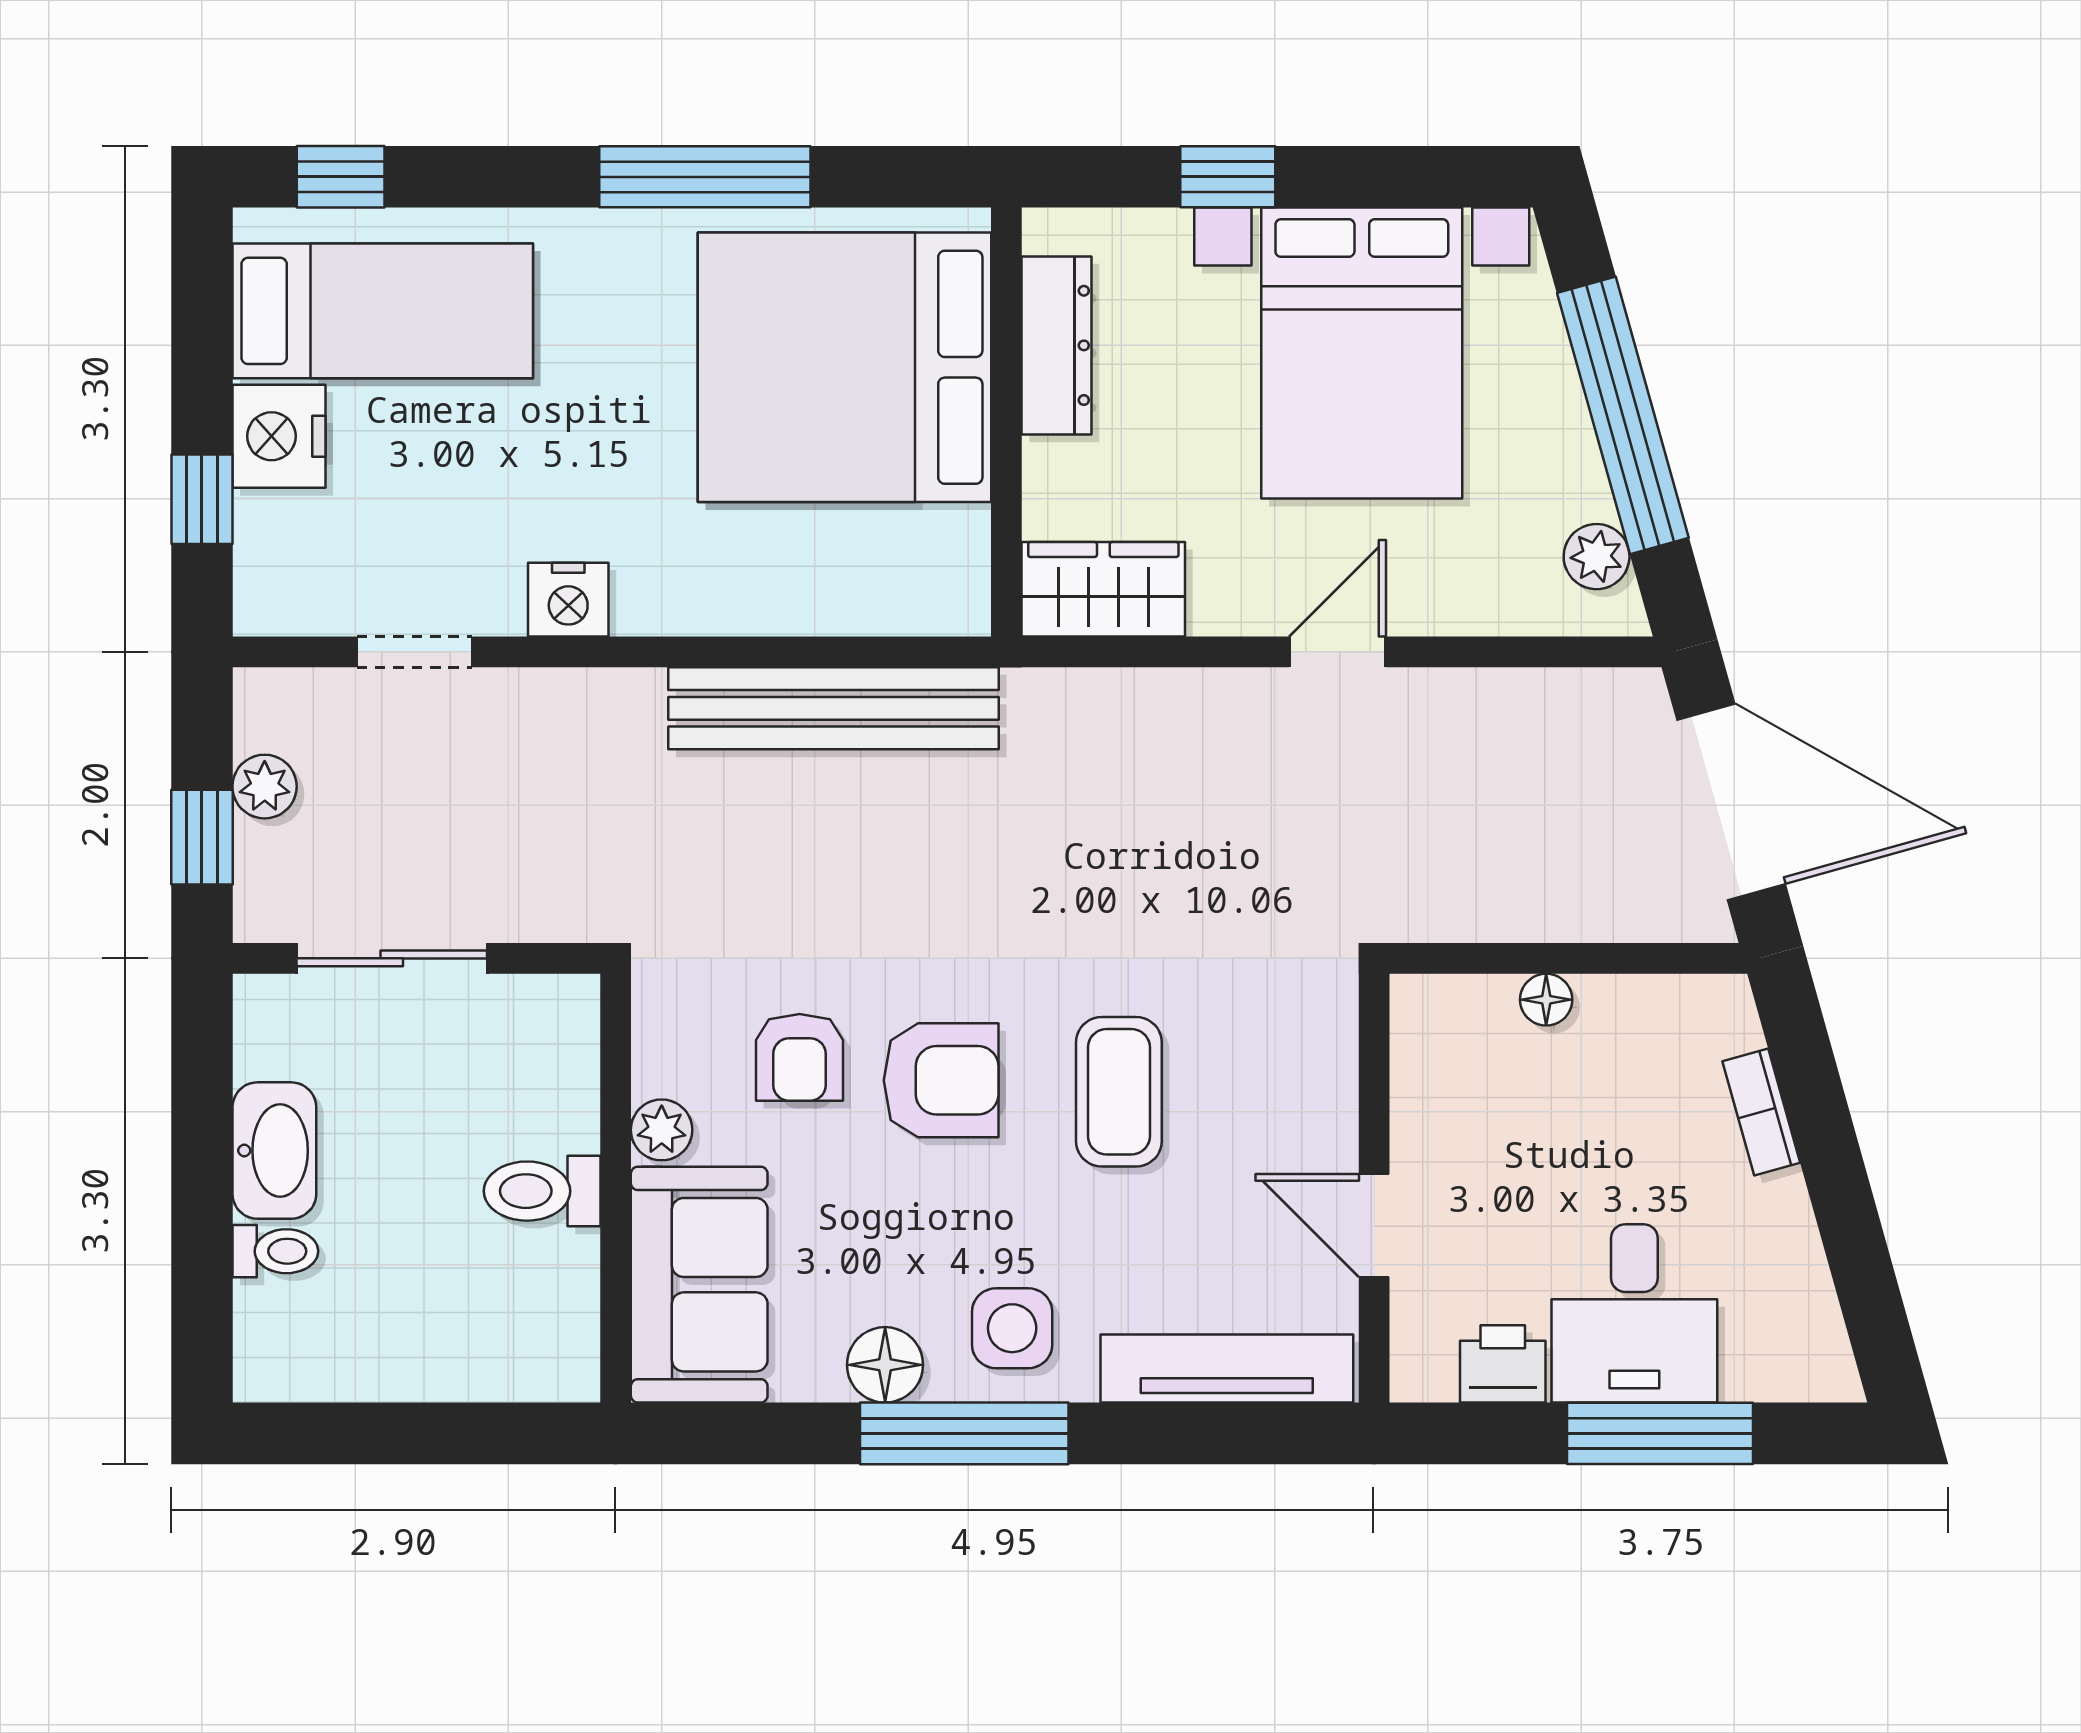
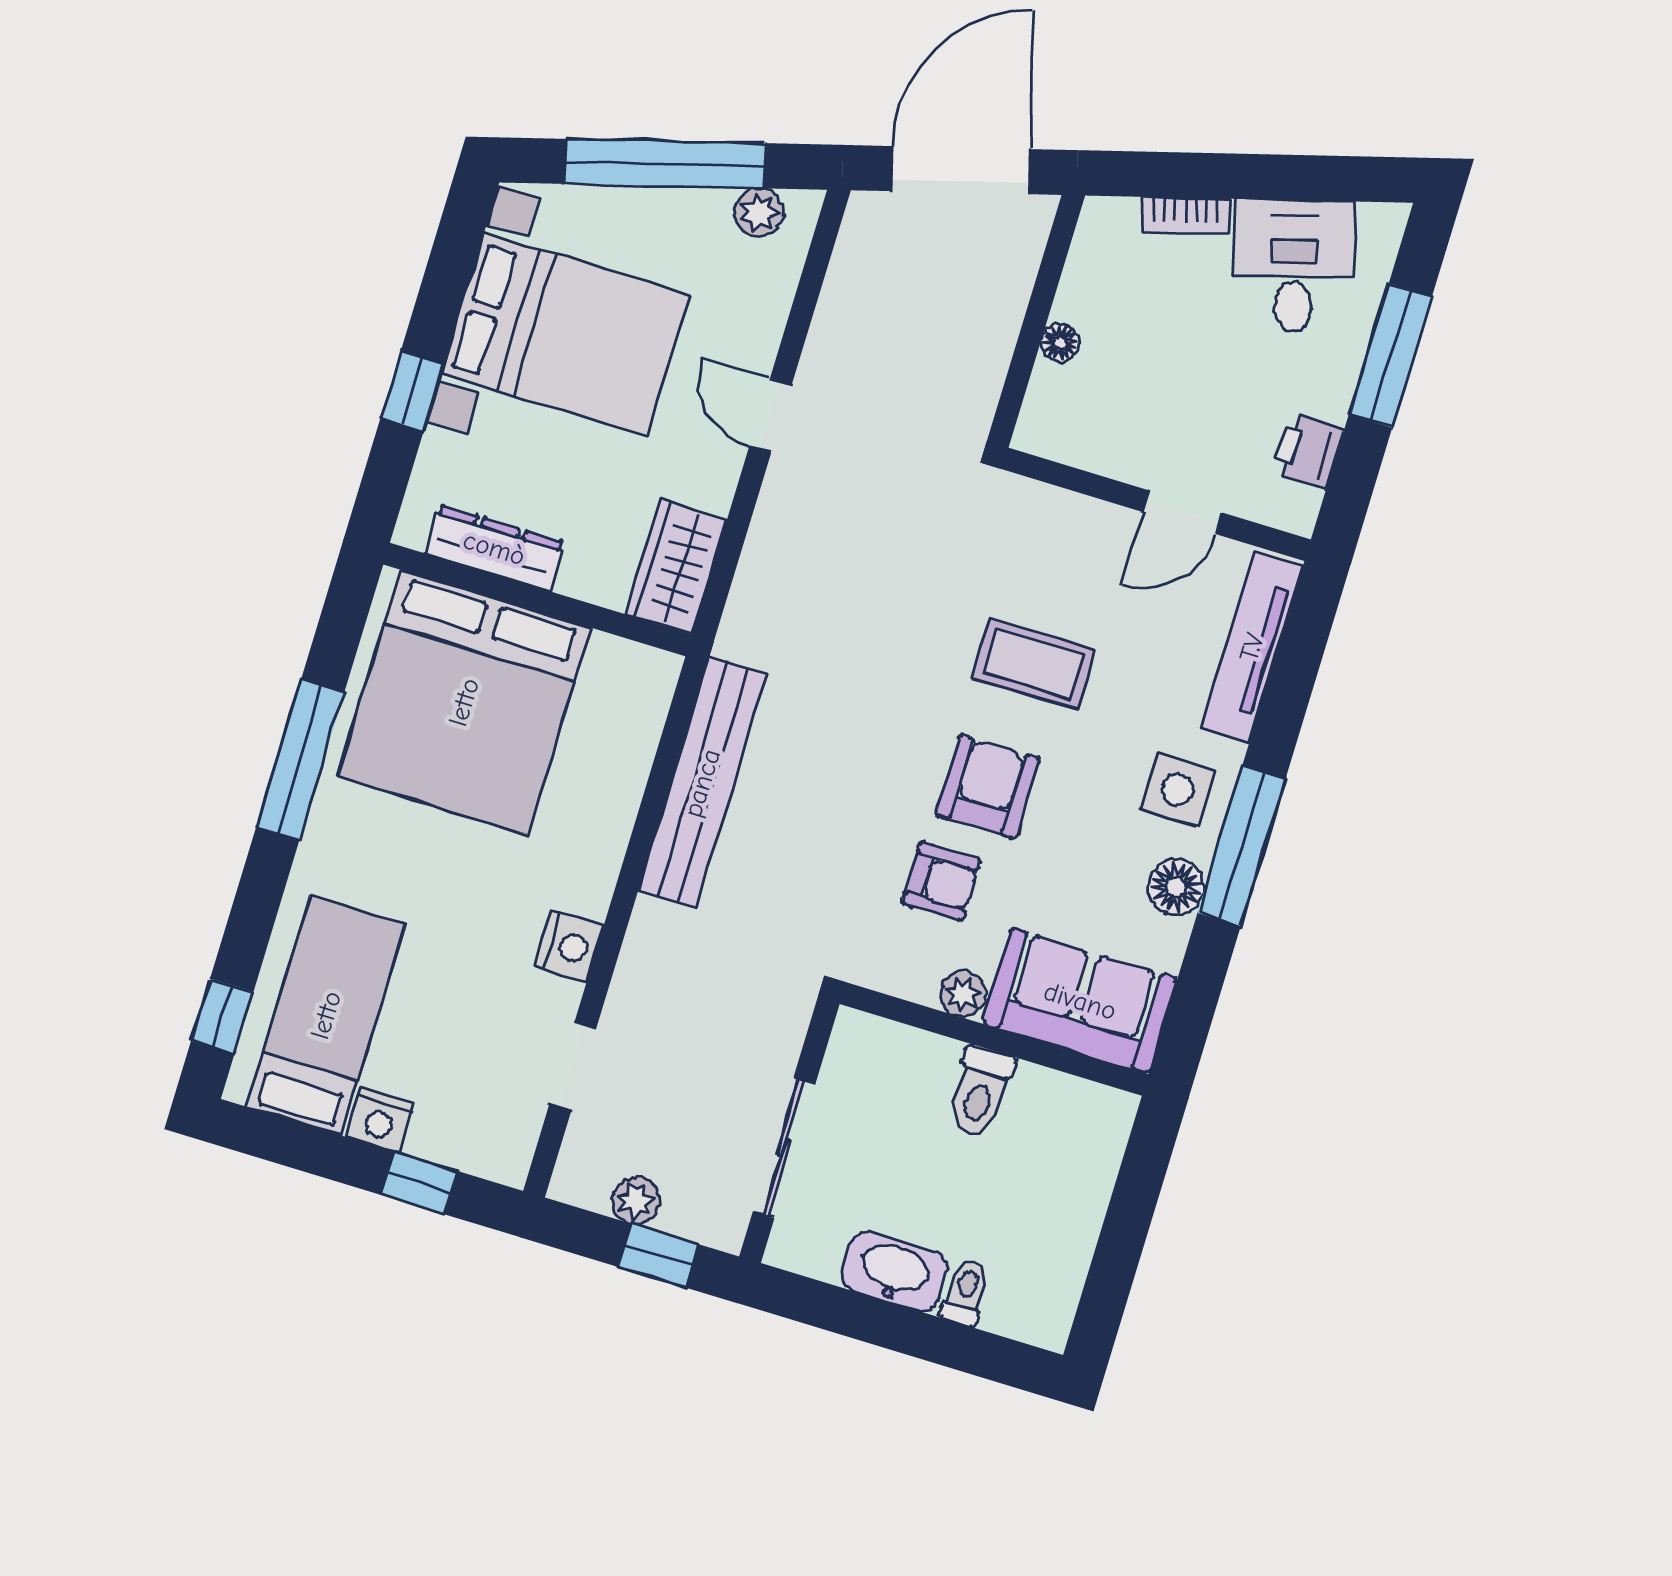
nightstand: (279, 436) -> (380, 1120), width x0.74, depth x0.75
desk: (1634, 1313) -> (1294, 266), moved, turned -106

